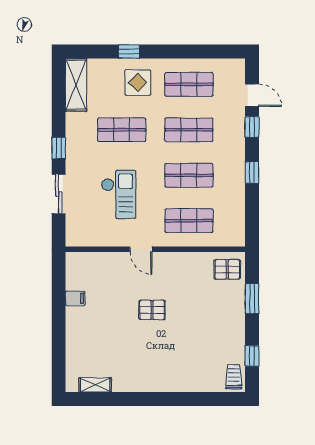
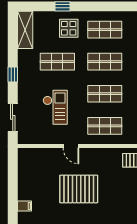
sliding door: (59, 194) -> (13, 117), moved
filing cabinet: (75, 298) -> (24, 206), moved
pallet: (152, 310) -> (79, 189), width x2.05, depth x2.00

